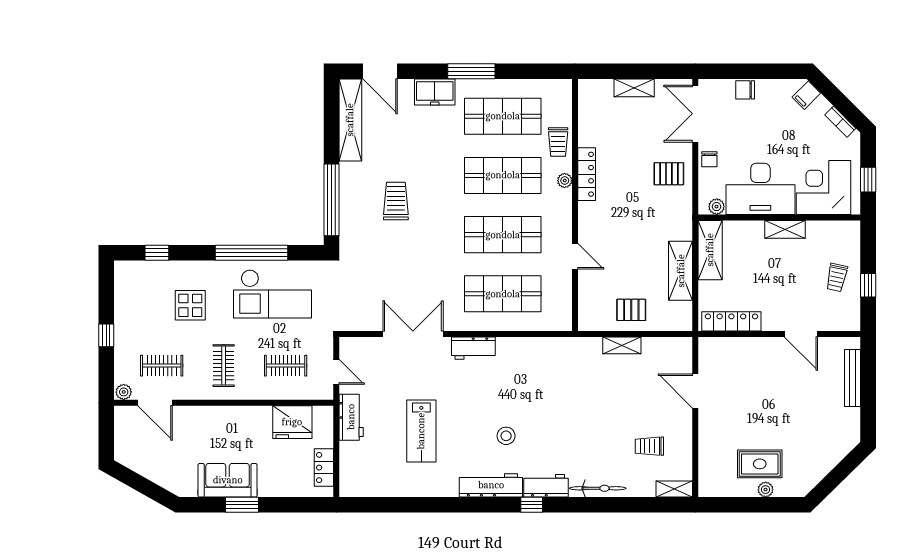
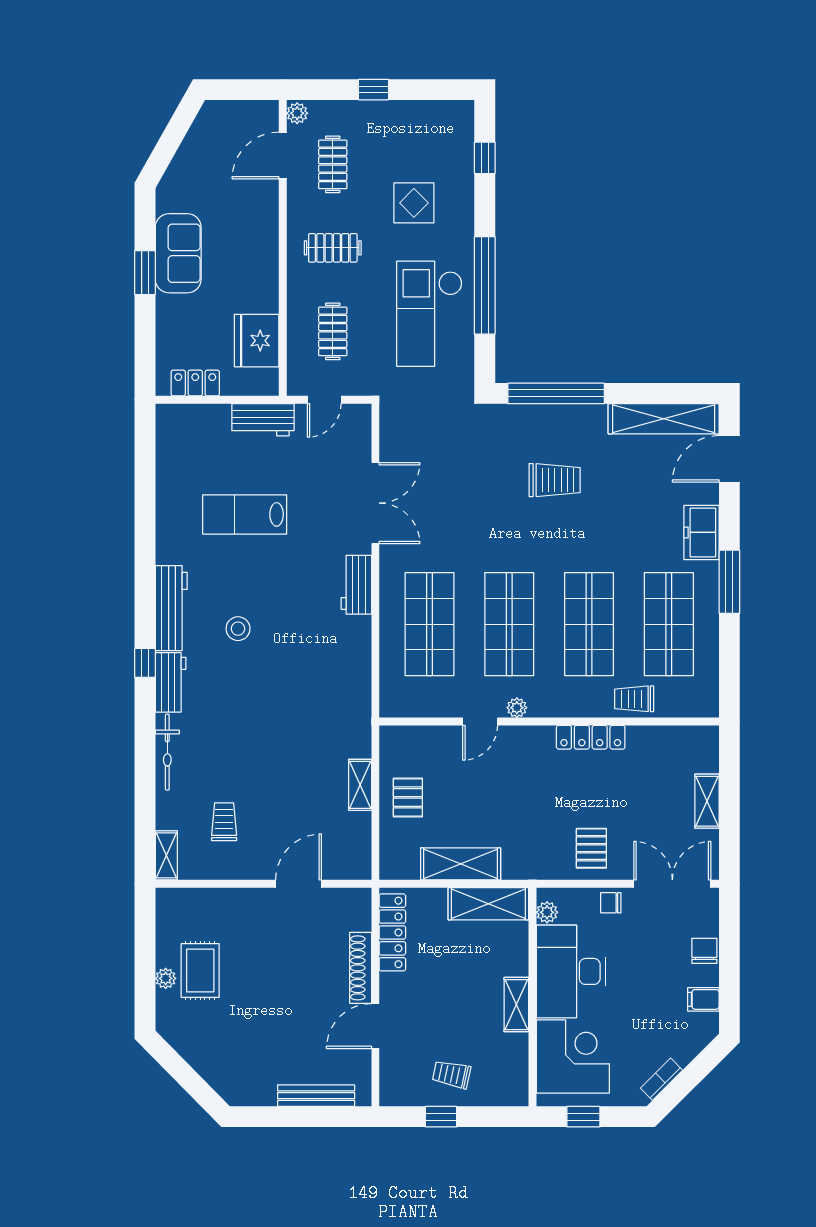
filing cabinet: (806, 95) -> (703, 999), moved, turned -45
plant: (565, 181) -> (517, 708), moved
shoe rack: (758, 345) -> (361, 968), added

